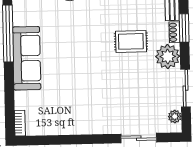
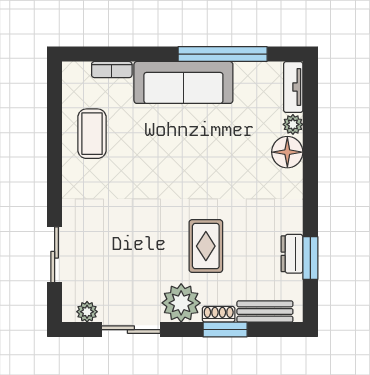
coffee table: (61, 116) -> (92, 134), added
bookcase: (20, 123) -> (112, 70), moved

